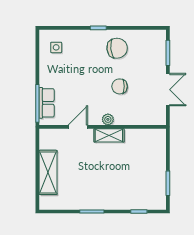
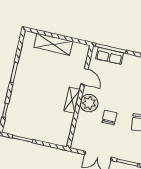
plant: (108, 119) -> (89, 103), width x1.87, depth x1.87

